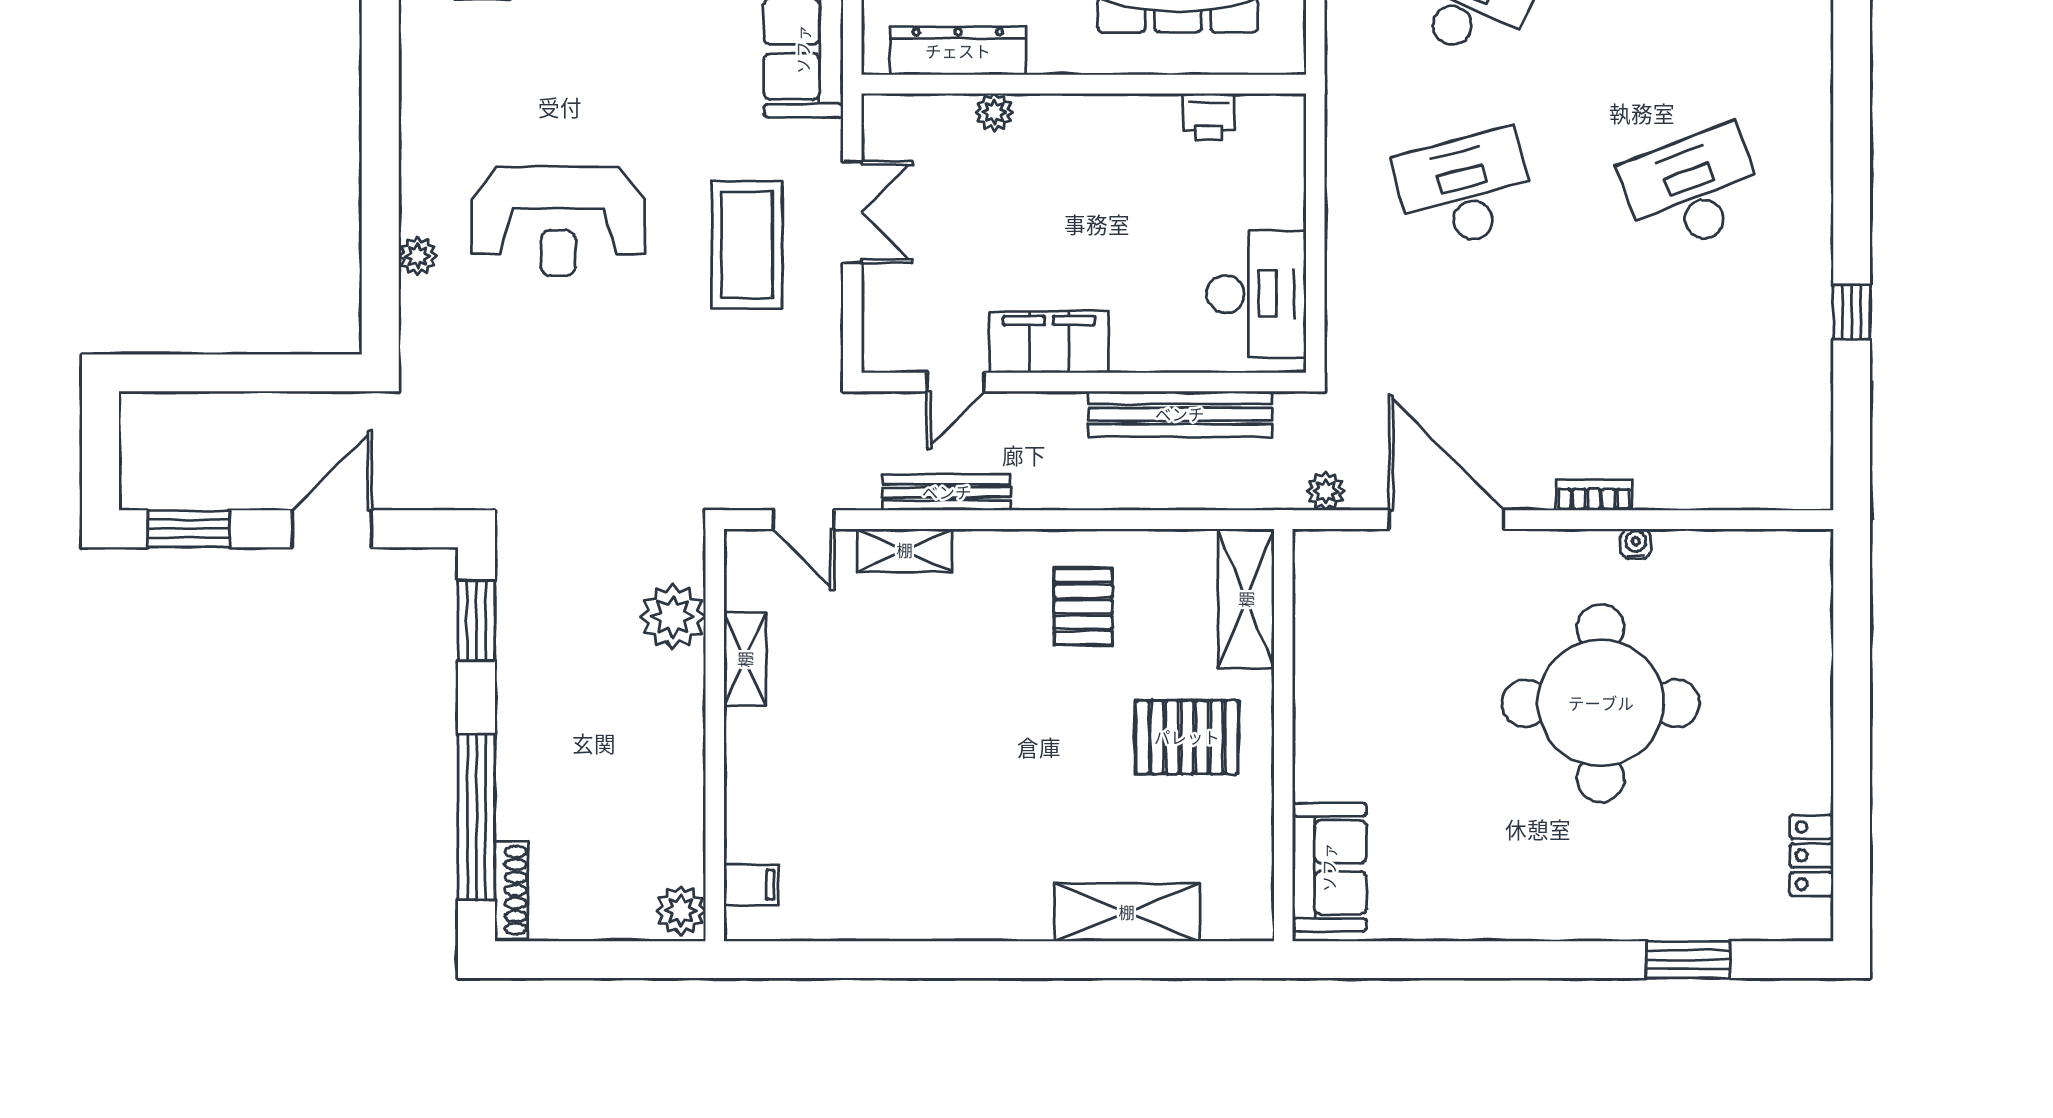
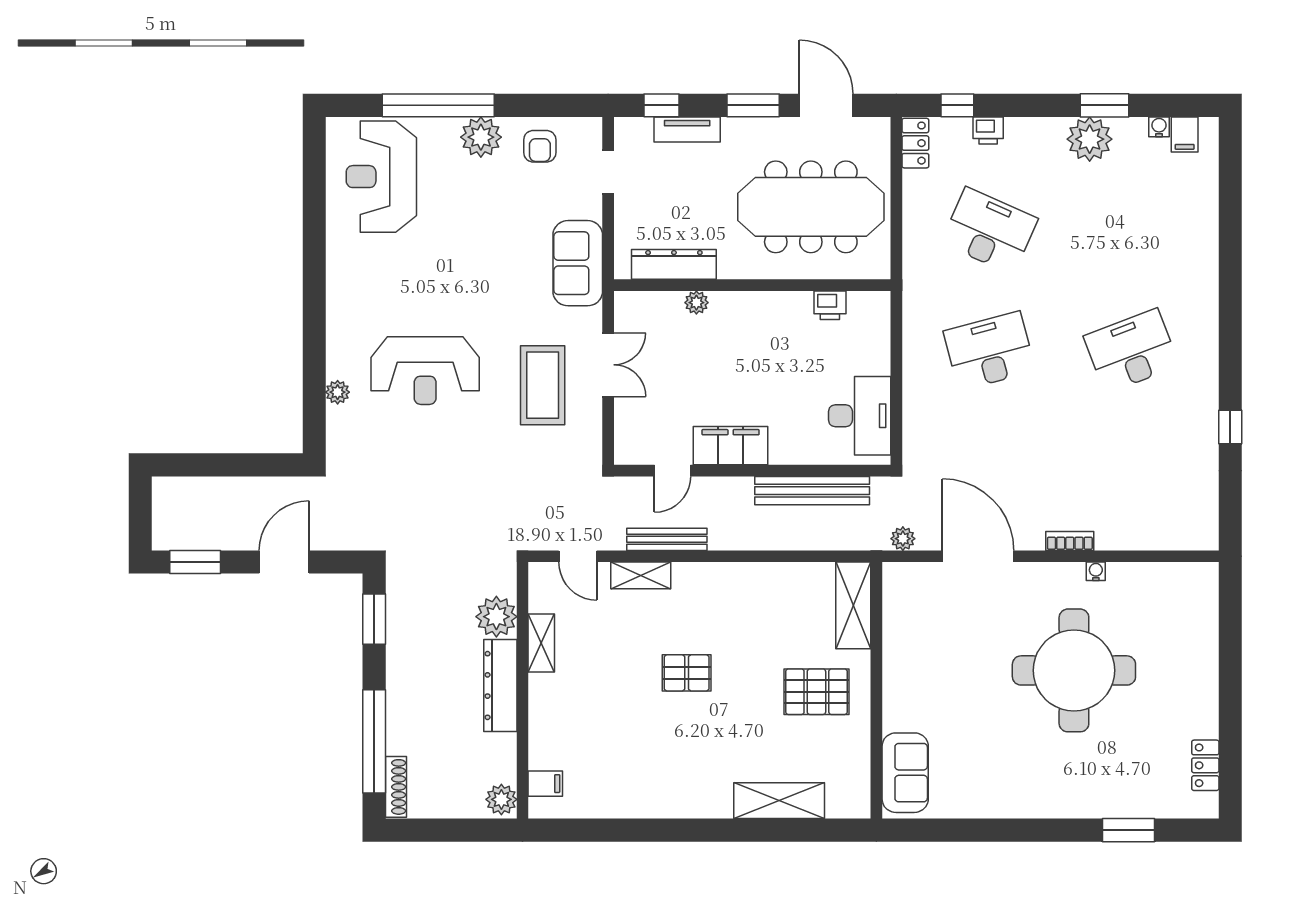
pallet: (1083, 607) -> (687, 673), moved, turned 90
dresser: (679, 727) -> (500, 685), added

